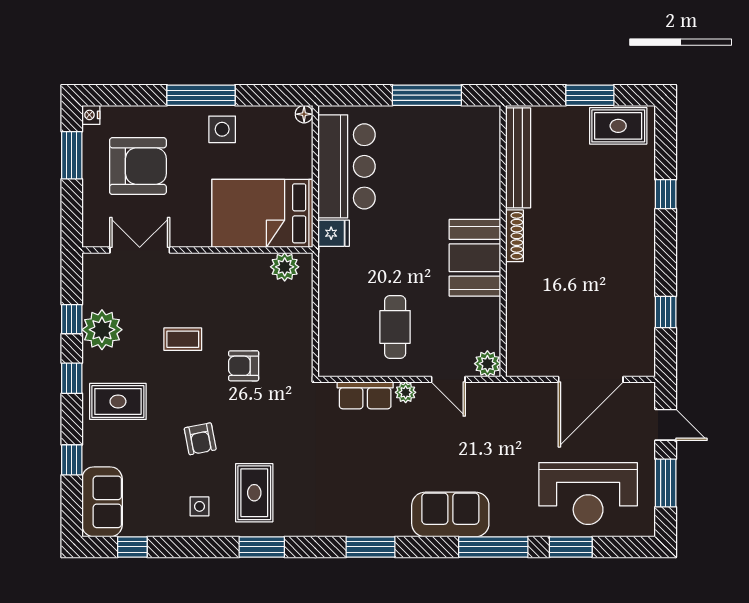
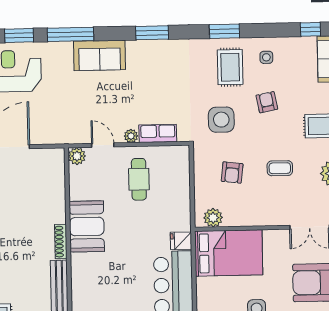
armchair: (244, 366) -> (232, 173), moved, turned 97
side table: (269, 414) -> (221, 120), added

